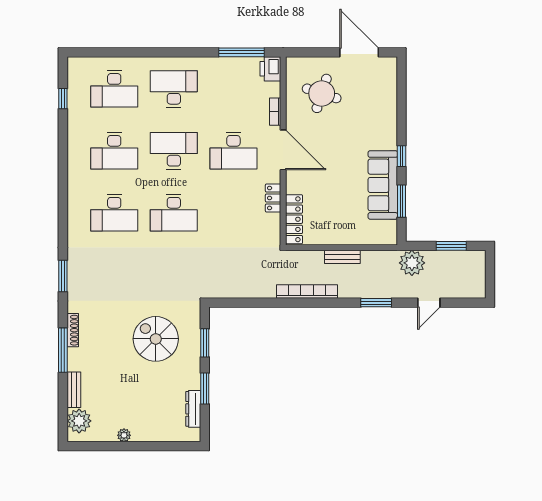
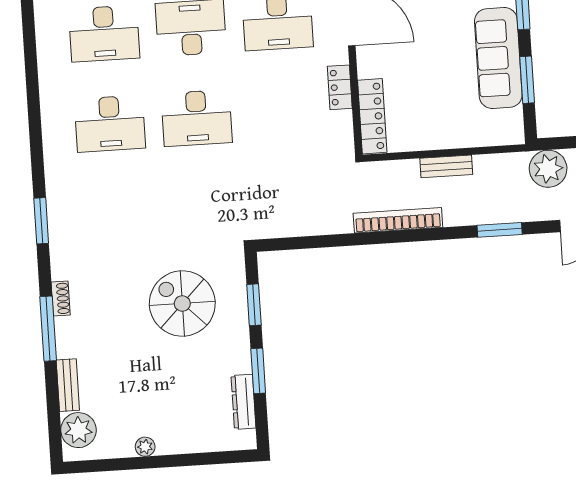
shoe rack: (73, 330) -> (61, 299), width x0.70

